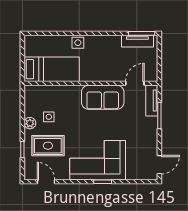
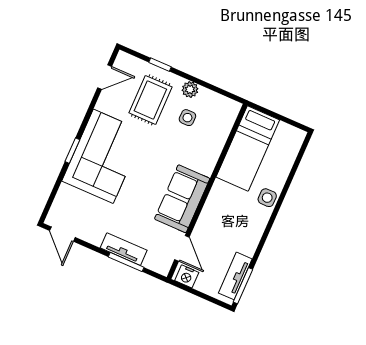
nightstand: (152, 72) -> (187, 276), added
tv unit: (152, 101) -> (124, 249), moved

